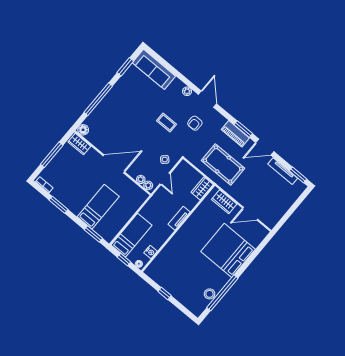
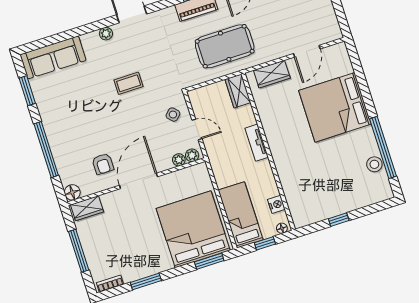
armchair: (195, 123) -> (103, 164), moved
bed: (98, 207) -> (193, 229), width x2.04

